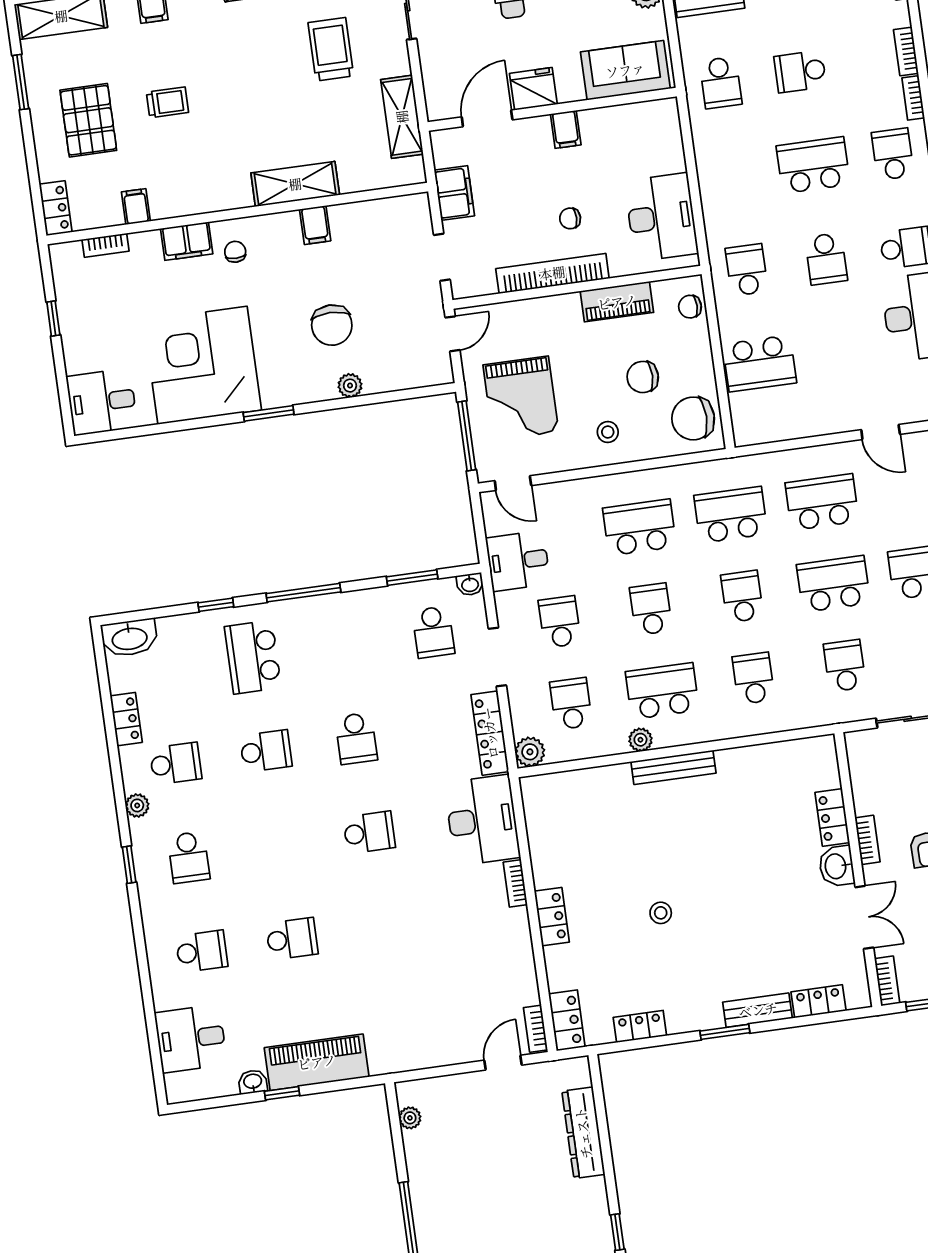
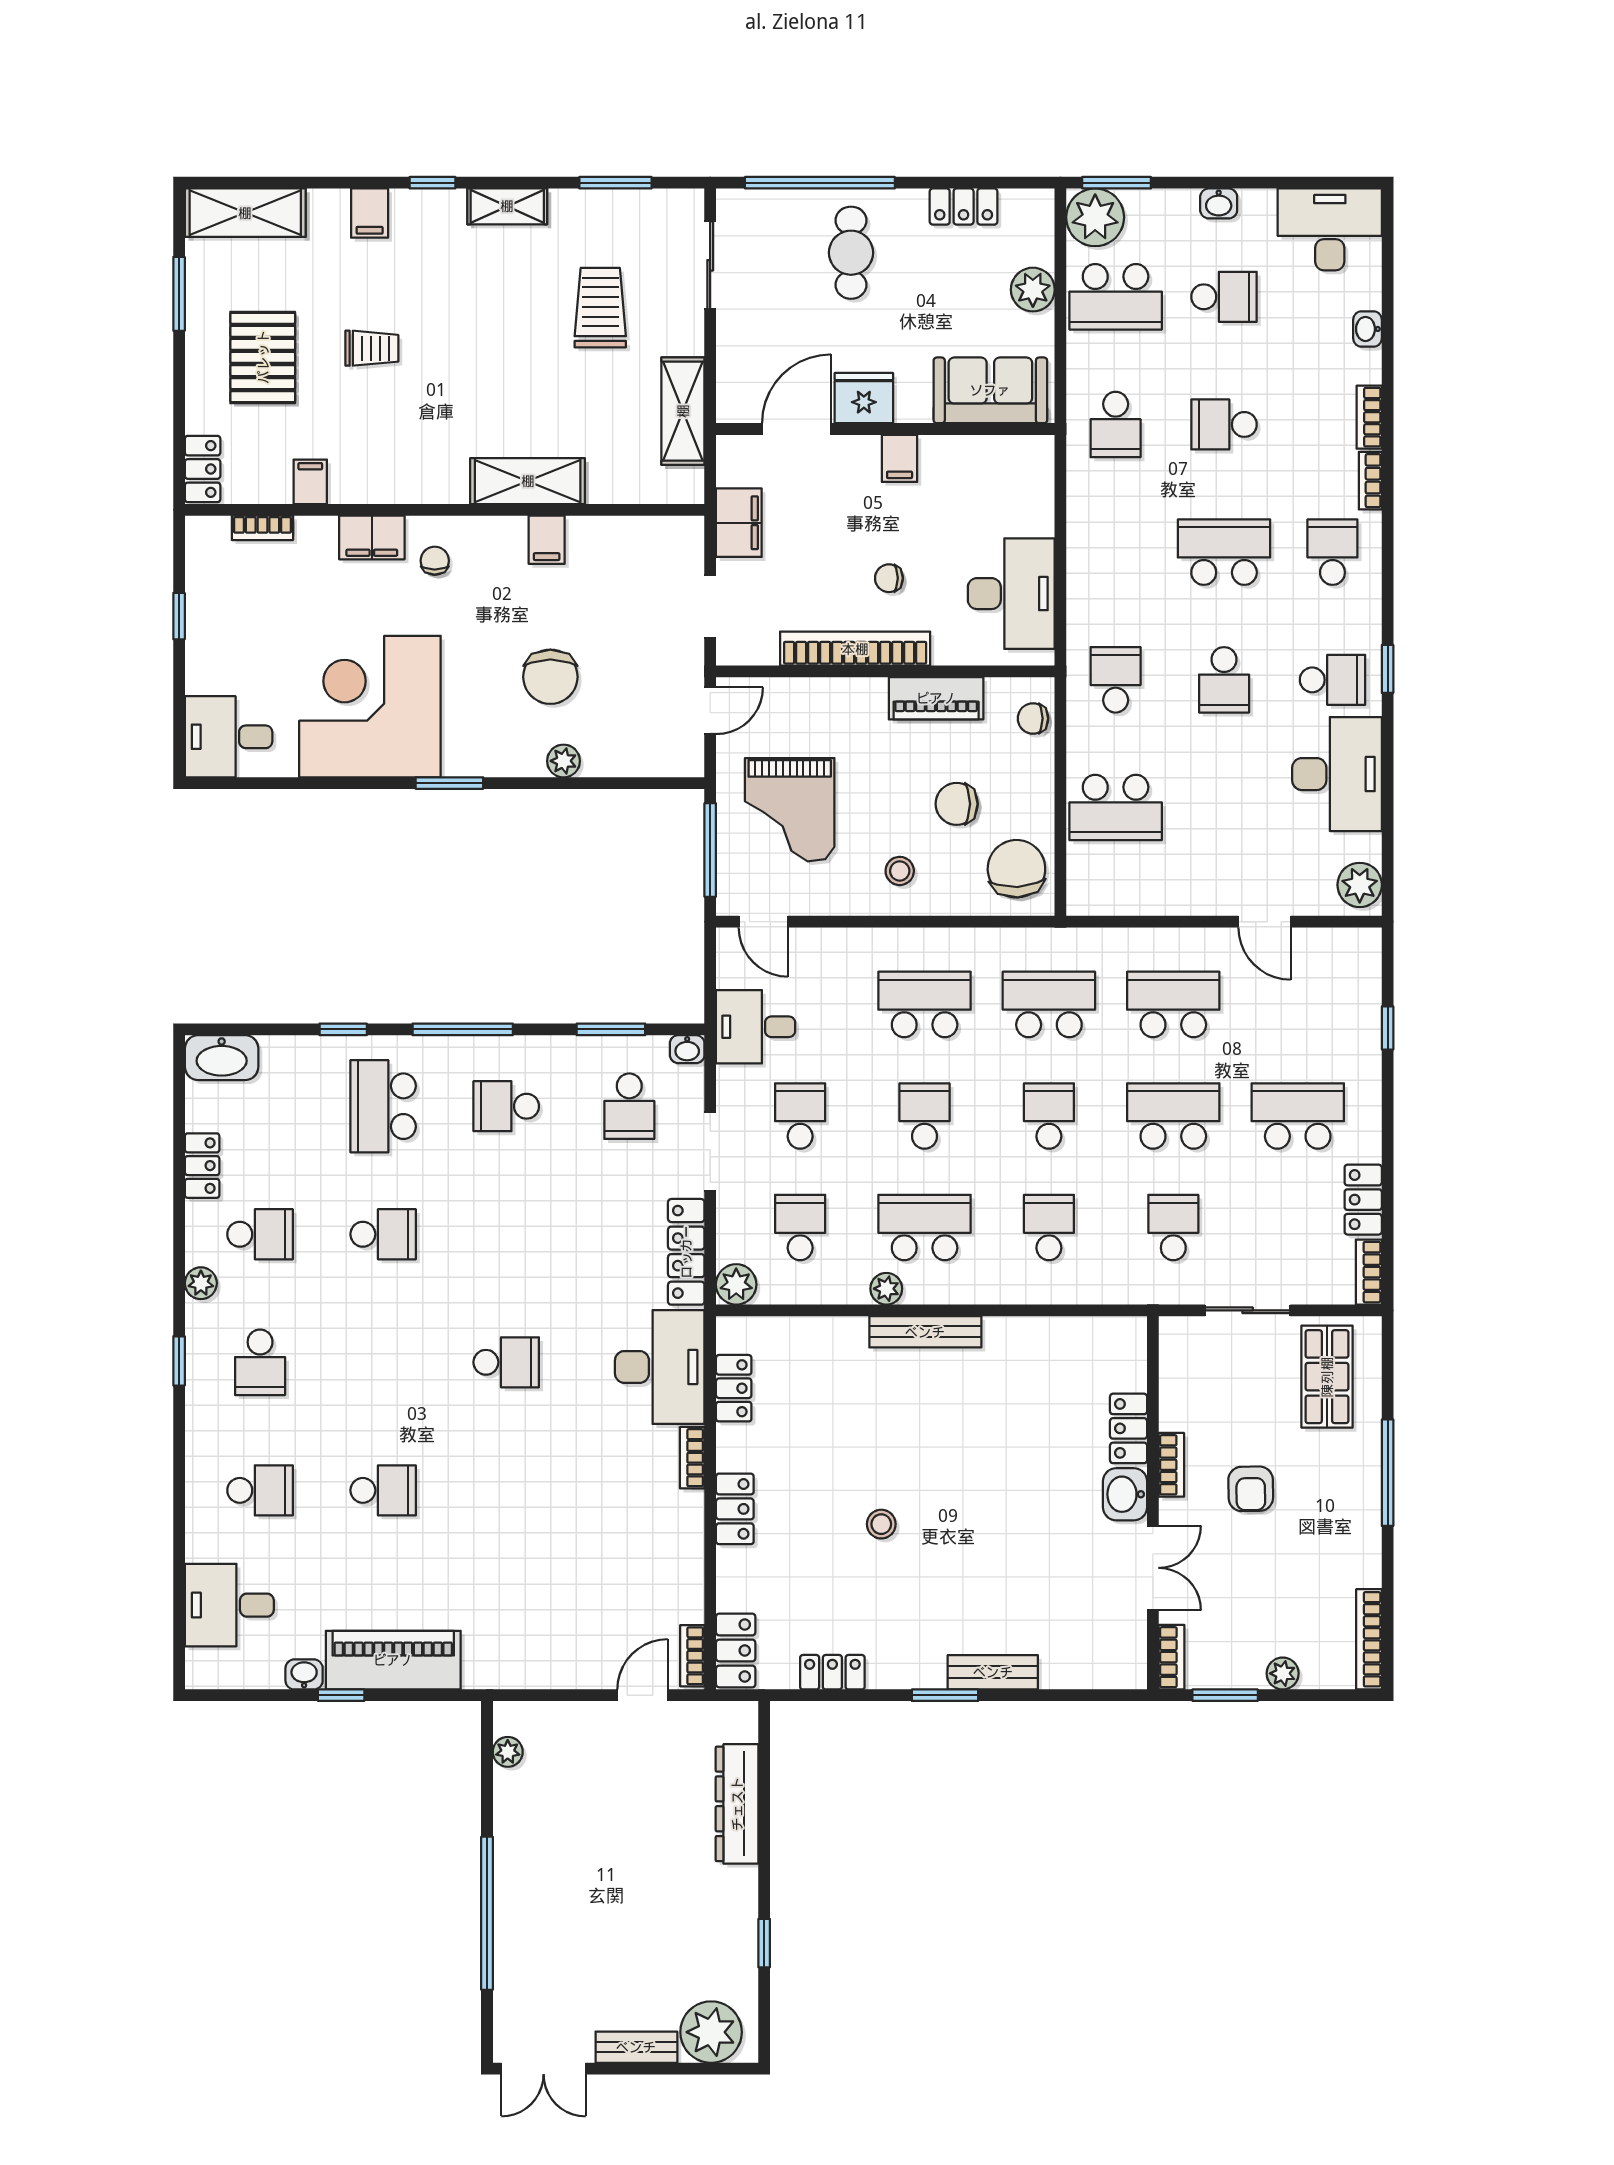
chair: (693, 418) -> (1016, 869), turned 88
school desk: (356, 738) -> (506, 1106), moved, turned 90
locker: (819, 1001) -> (734, 1388), moved, turned 90

